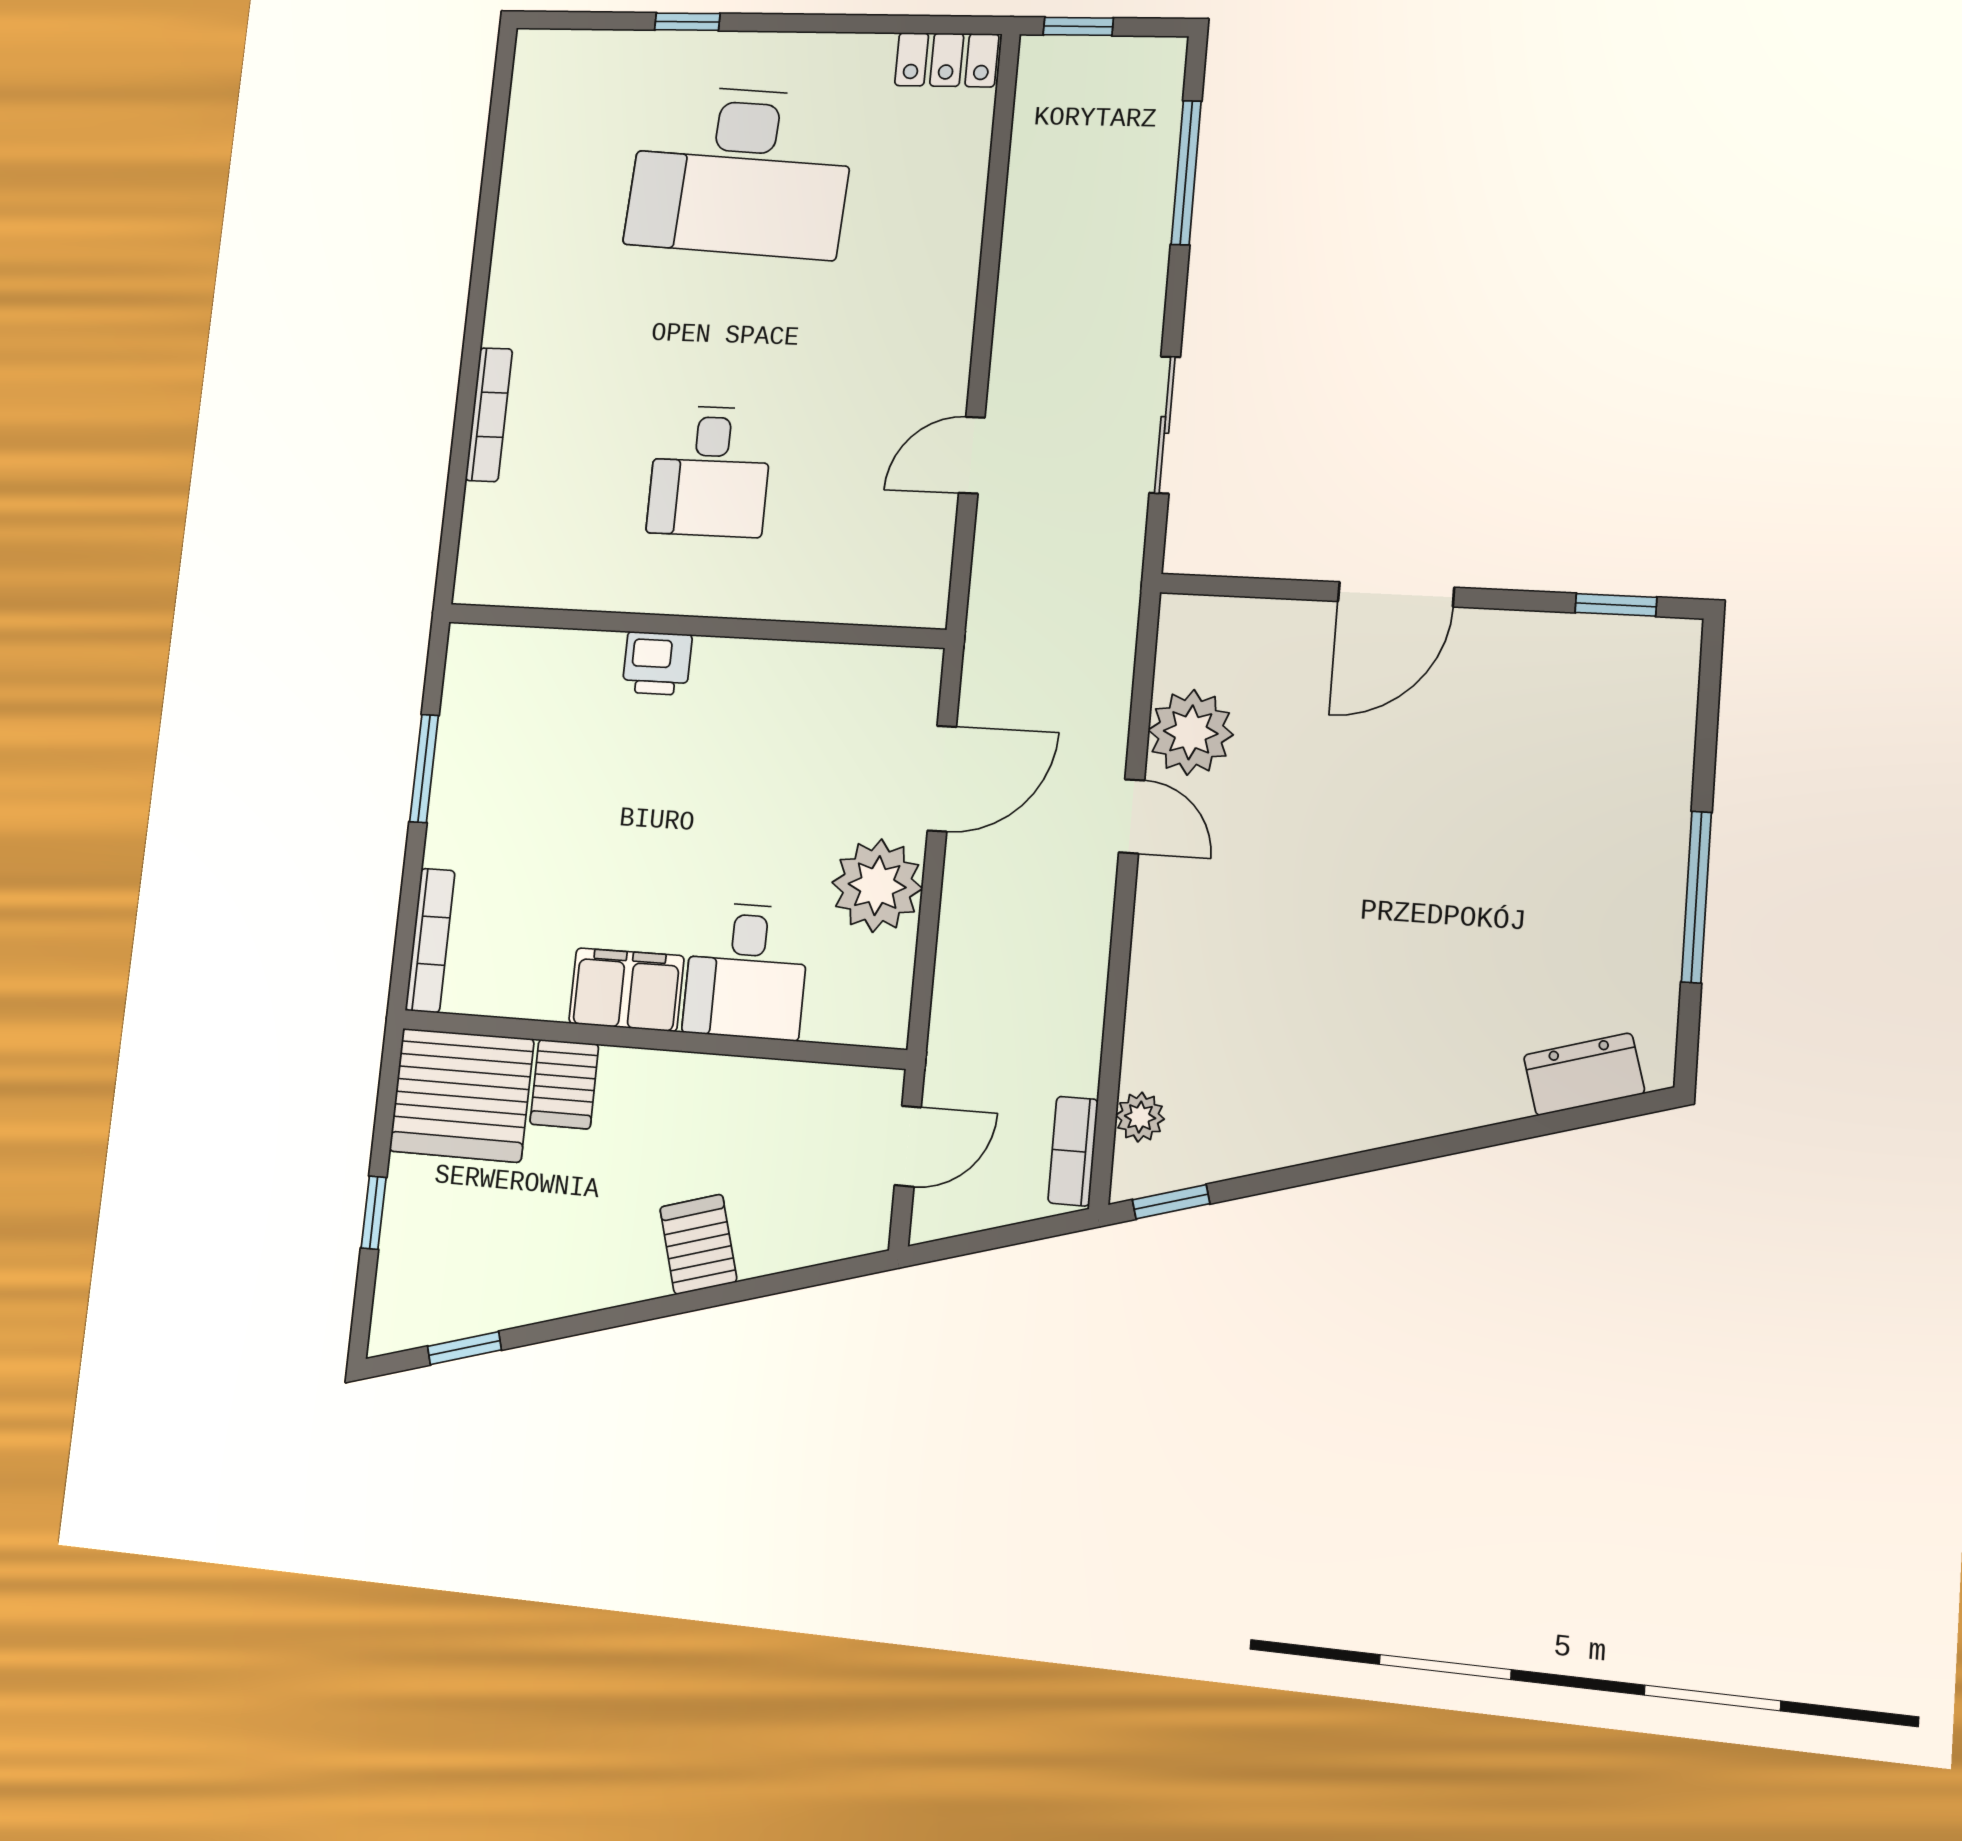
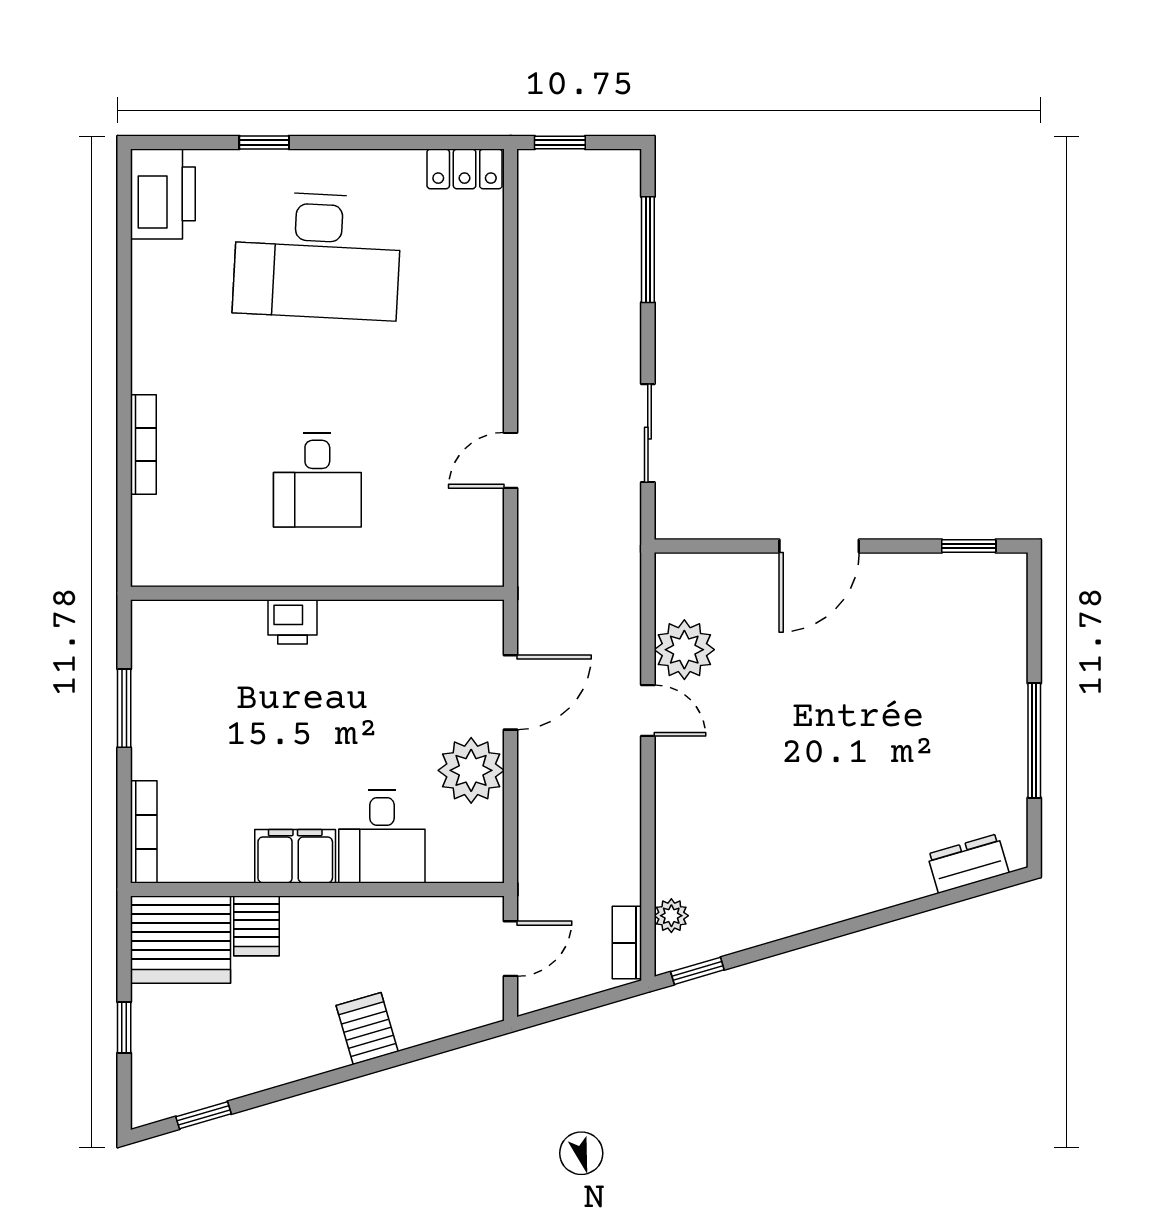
printer: (551, 87) -> (163, 194), added

